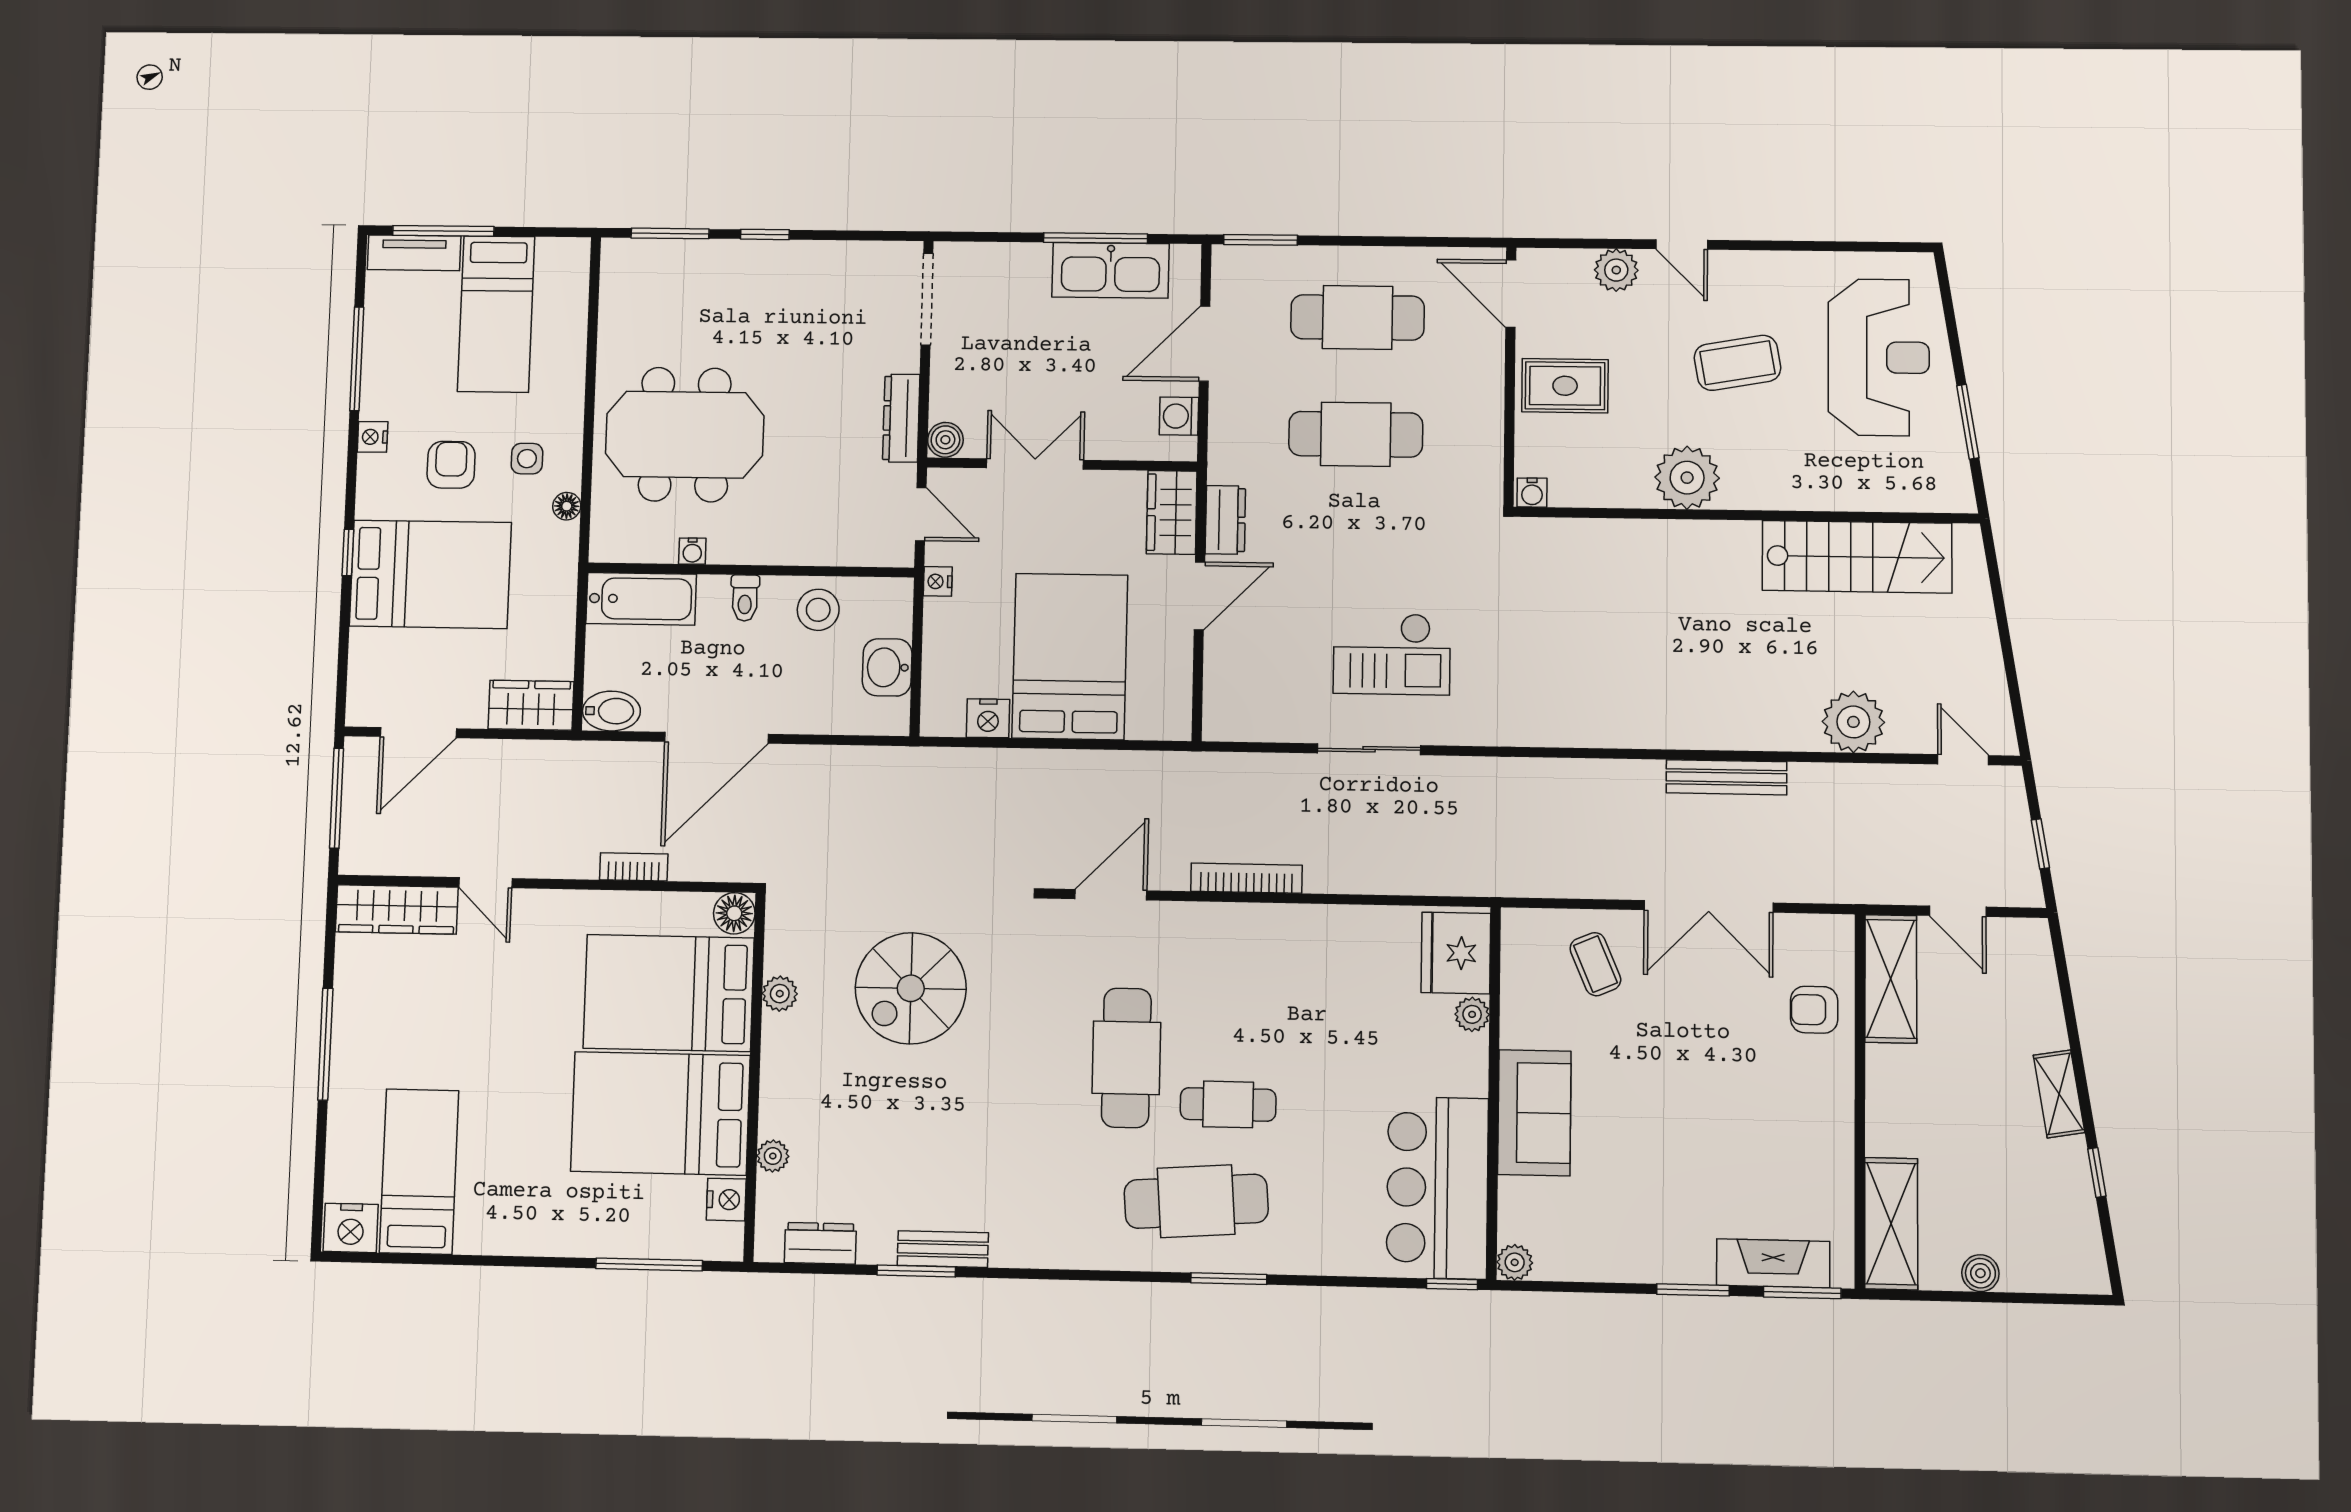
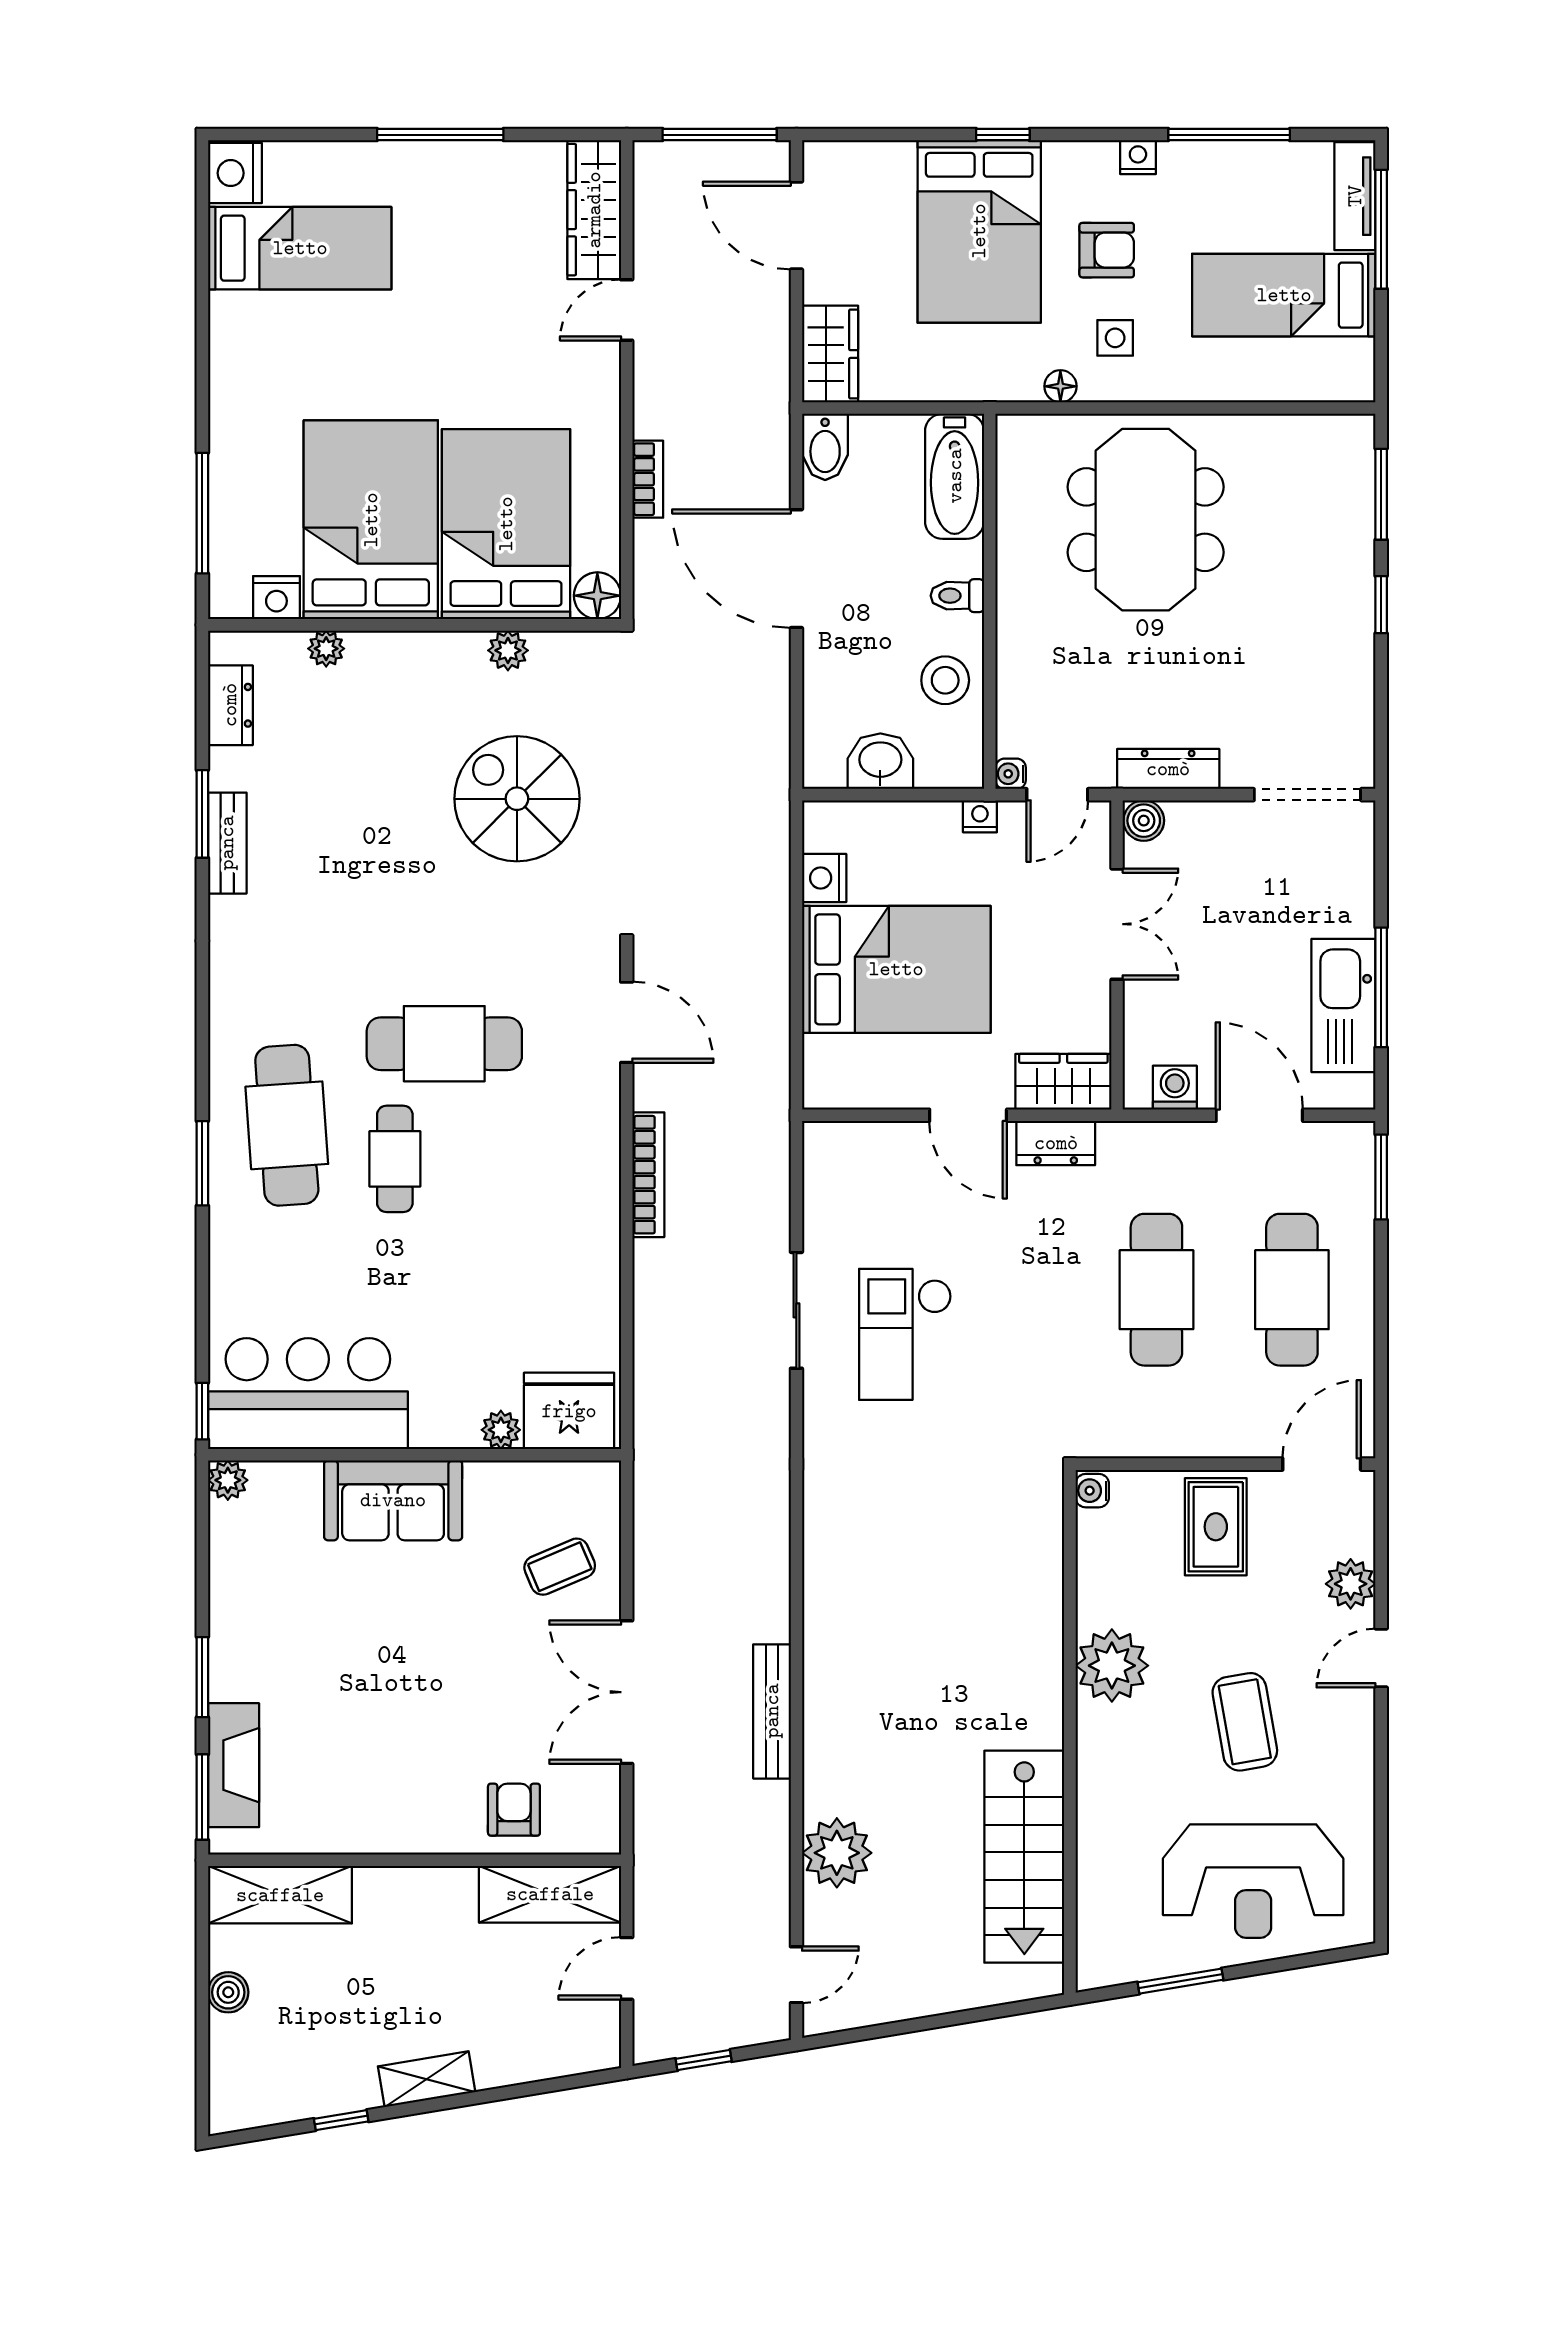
water cooler: (692, 551) -> (1011, 774), moved

